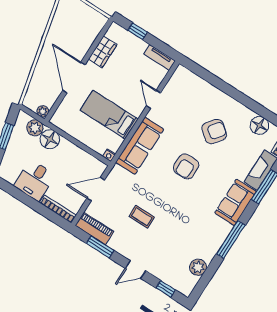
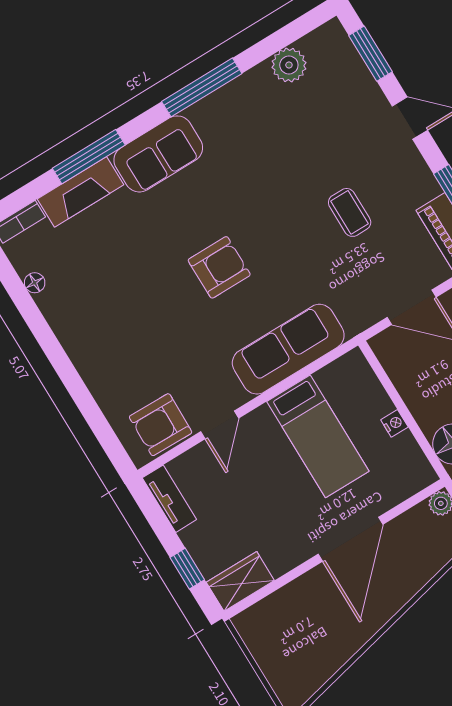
wardrobe: (103, 52) -> (240, 581), moved
floor lamp: (259, 125) -> (35, 283), width x0.53, depth x0.53
armchair: (214, 132) -> (161, 425), moved, turned -37
nightstand: (109, 155) -> (394, 423), moved
window: (166, 289) -> (370, 54), width x1.50

